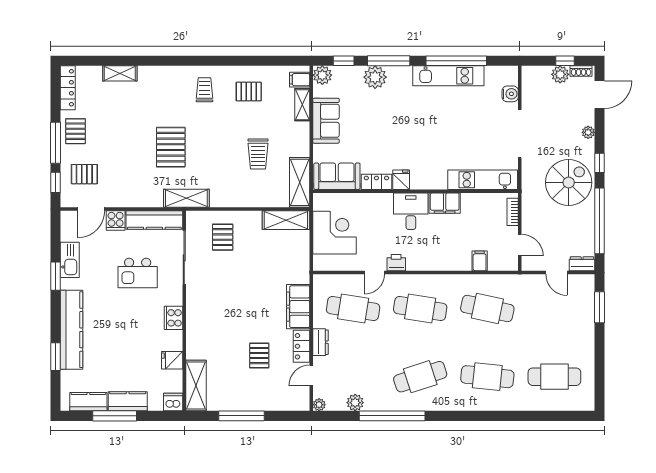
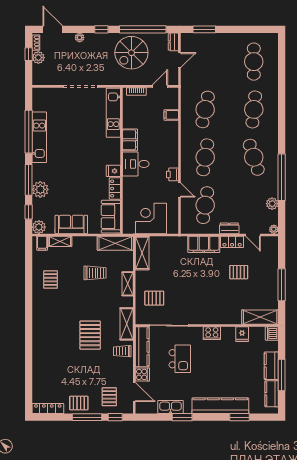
shelving: (120, 73) -> (128, 284), moved
trolley: (204, 90) -> (122, 351), moved
water cooler: (510, 94) -> (52, 93), removed
pallet: (171, 147) -> (90, 335), turned 90
spiral stairs: (569, 183) -> (131, 53), moved, turned -90

